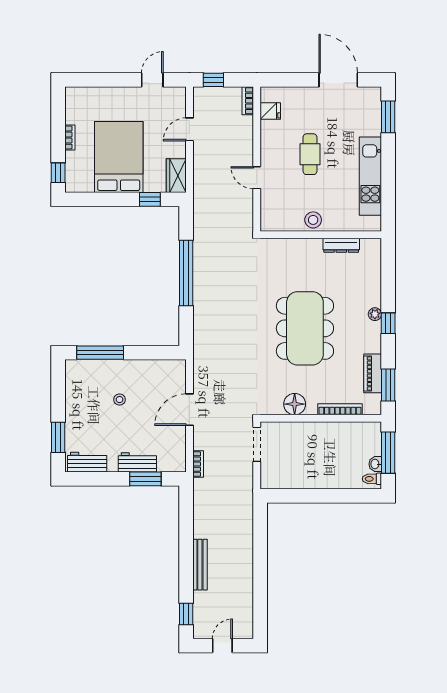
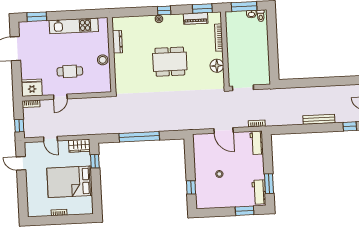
fridge: (270, 111) -> (32, 88), width x1.88, depth x1.34
cafe table: (310, 154) -> (70, 71), moved
window: (58, 173) -> (81, 219), removed
door: (257, 178) -> (60, 97), moved
dining table: (305, 328) -> (170, 62), width x0.73, depth x0.80
window: (100, 353) -> (191, 187), width x0.46
workbench: (137, 462) -> (257, 143), moved
window: (145, 479) -> (269, 184), moved

